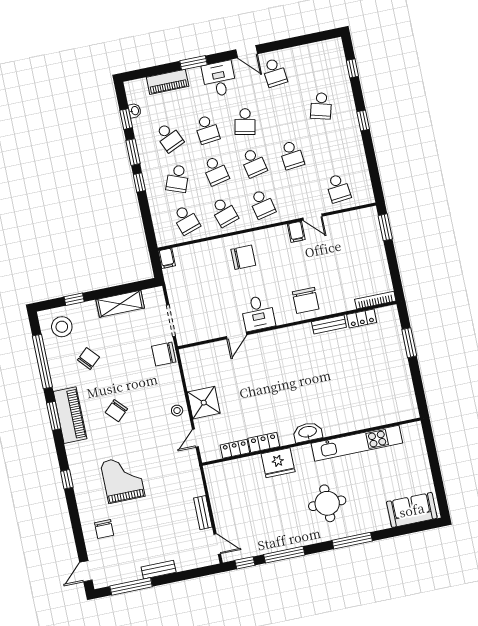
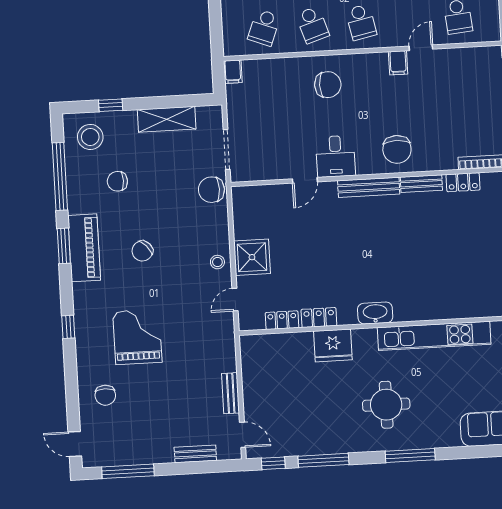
door: (312, 217) -> (421, 48), swing flipped
school desk: (186, 220) -> (264, 28), turned 39
bench: (288, 334) -> (369, 187), added
chair: (88, 359) -> (117, 181), turned -138
bench: (159, 570) -> (195, 454), moved
door: (86, 571) -> (75, 444), hinge flipped

